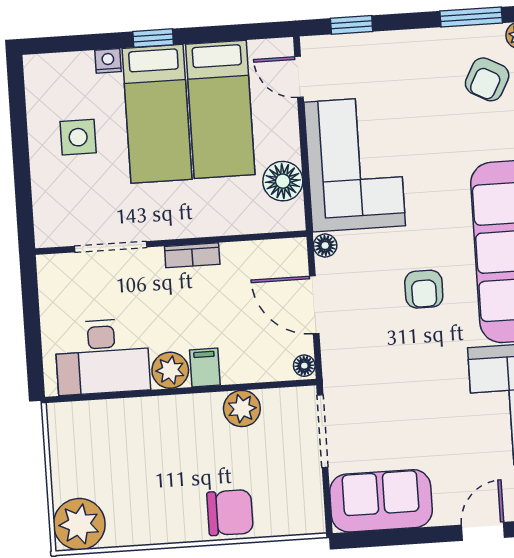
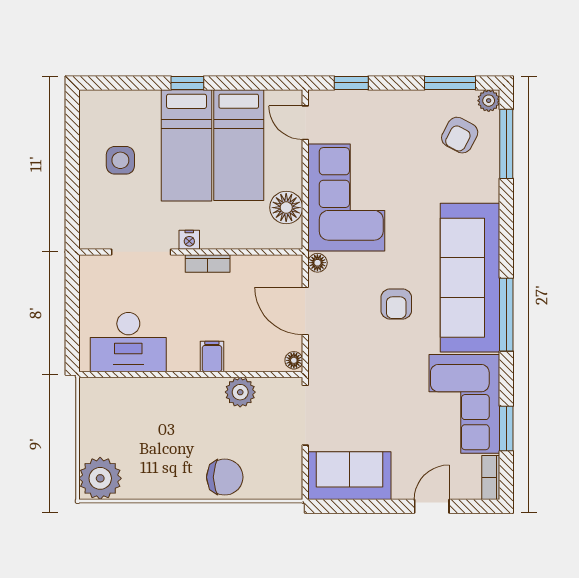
nightstand: (108, 61) -> (189, 240), moved, turned 180
plant: (170, 370) -> (183, 357), removed

